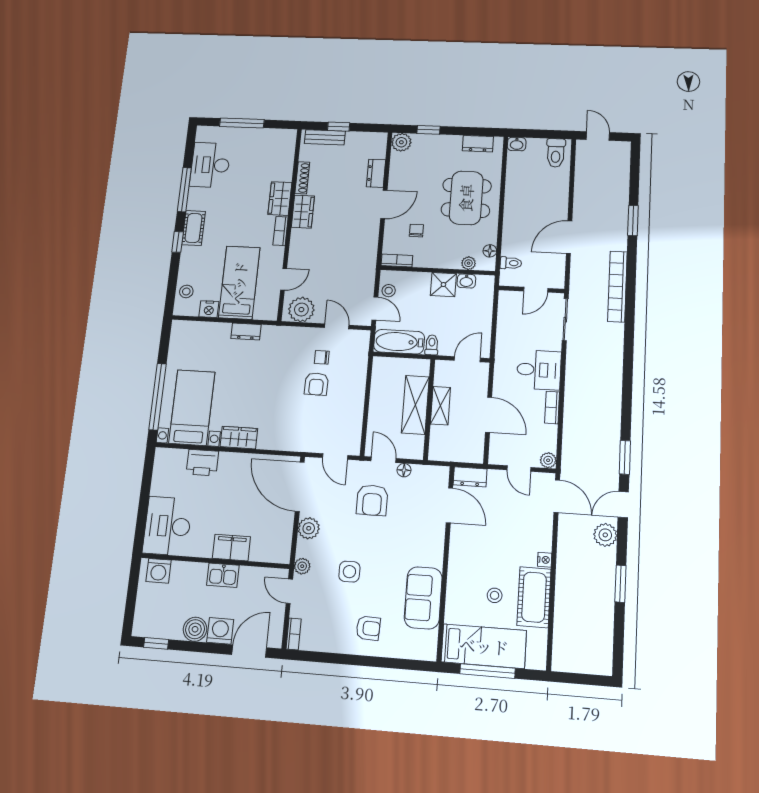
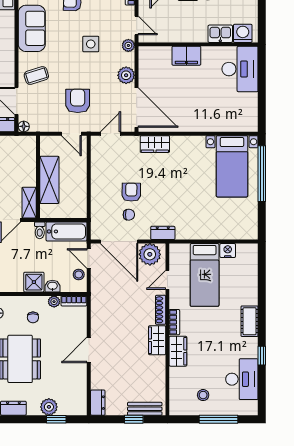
plant: (401, 142) -> (49, 407), moved
dresser: (376, 173) -> (98, 403), moved
shoe rack: (302, 178) -> (161, 310), moved
window: (184, 190) -> (262, 356), width x0.46
chair: (416, 231) -> (33, 317), moved
window: (178, 242) -> (262, 308), removed
plant: (469, 263) -> (54, 302), moved
washbasin: (466, 281) -> (52, 286), moved
stool: (186, 291) -> (203, 395), moved
door: (337, 326) -> (119, 242), width x1.87
dresser: (246, 332) -> (163, 233), moved
shelving: (440, 406) -> (29, 203), moved
wardrobe: (239, 438) -> (155, 144), moved
door: (335, 457) -> (110, 134), hinge flipped
printer: (202, 463) -> (218, 122), removed
floor lamp: (404, 470) -> (24, 126), moved
coffee table: (422, 536) -> (36, 76), added
kitchen sink: (223, 575) -> (220, 34), moved

